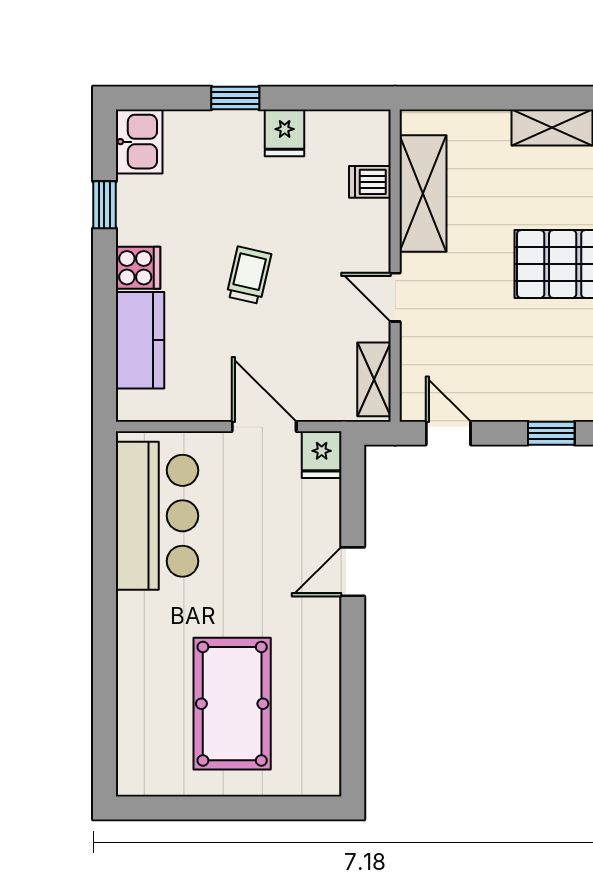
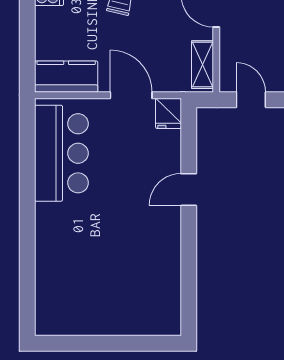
kitchen counter: (140, 340) -> (66, 77), moved, turned -90
pool table: (232, 704) -> (110, 275), removed

